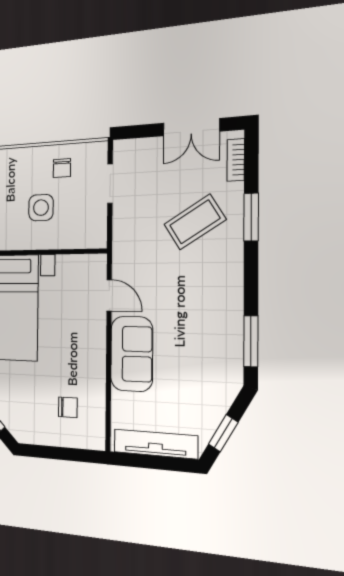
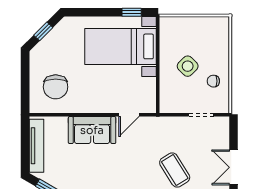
side table: (41, 208) -> (188, 66), turned 45
chair: (68, 407) -> (56, 87), width x1.87, depth x1.87

